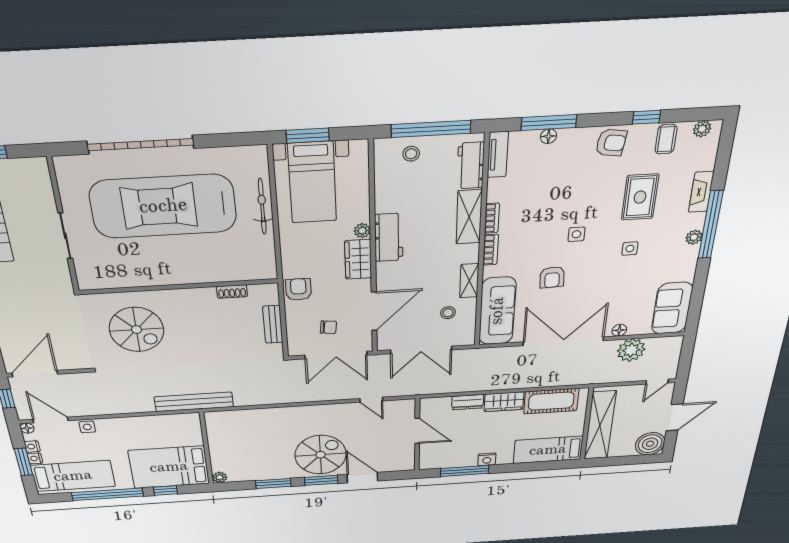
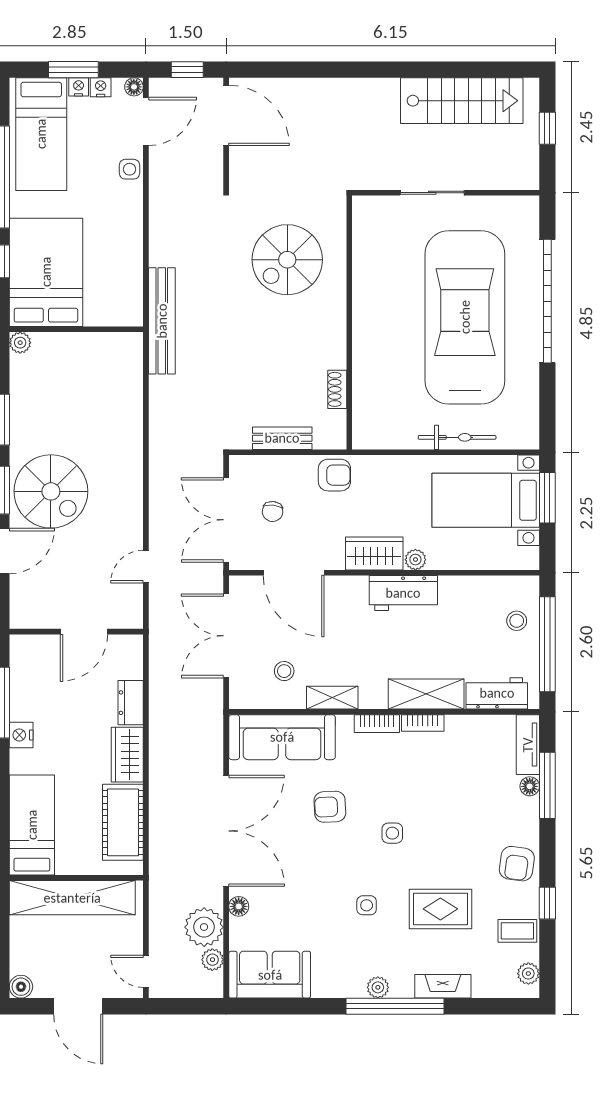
tv unit: (498, 155) -> (528, 745), moved, turned 90
plant: (655, 344) -> (212, 960), added
boiler: (650, 444) -> (21, 987), width x0.54, depth x0.54

